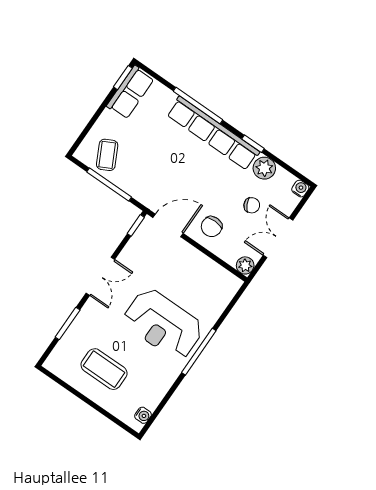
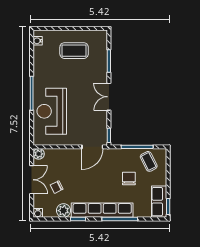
chair: (212, 227) -> (129, 178), moved
reception desk: (163, 324) -> (52, 111), moved, turned -90

